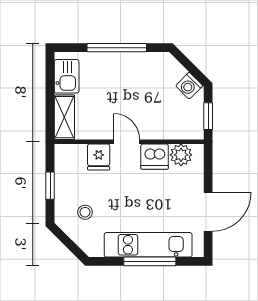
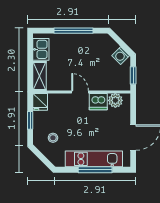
fridge: (99, 157) -> (40, 102), moved

